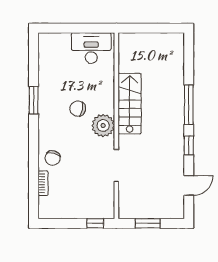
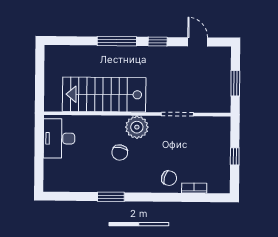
stairs: (130, 104) -> (104, 95), width x1.36, depth x1.51
window: (95, 223) -> (235, 156), moved

